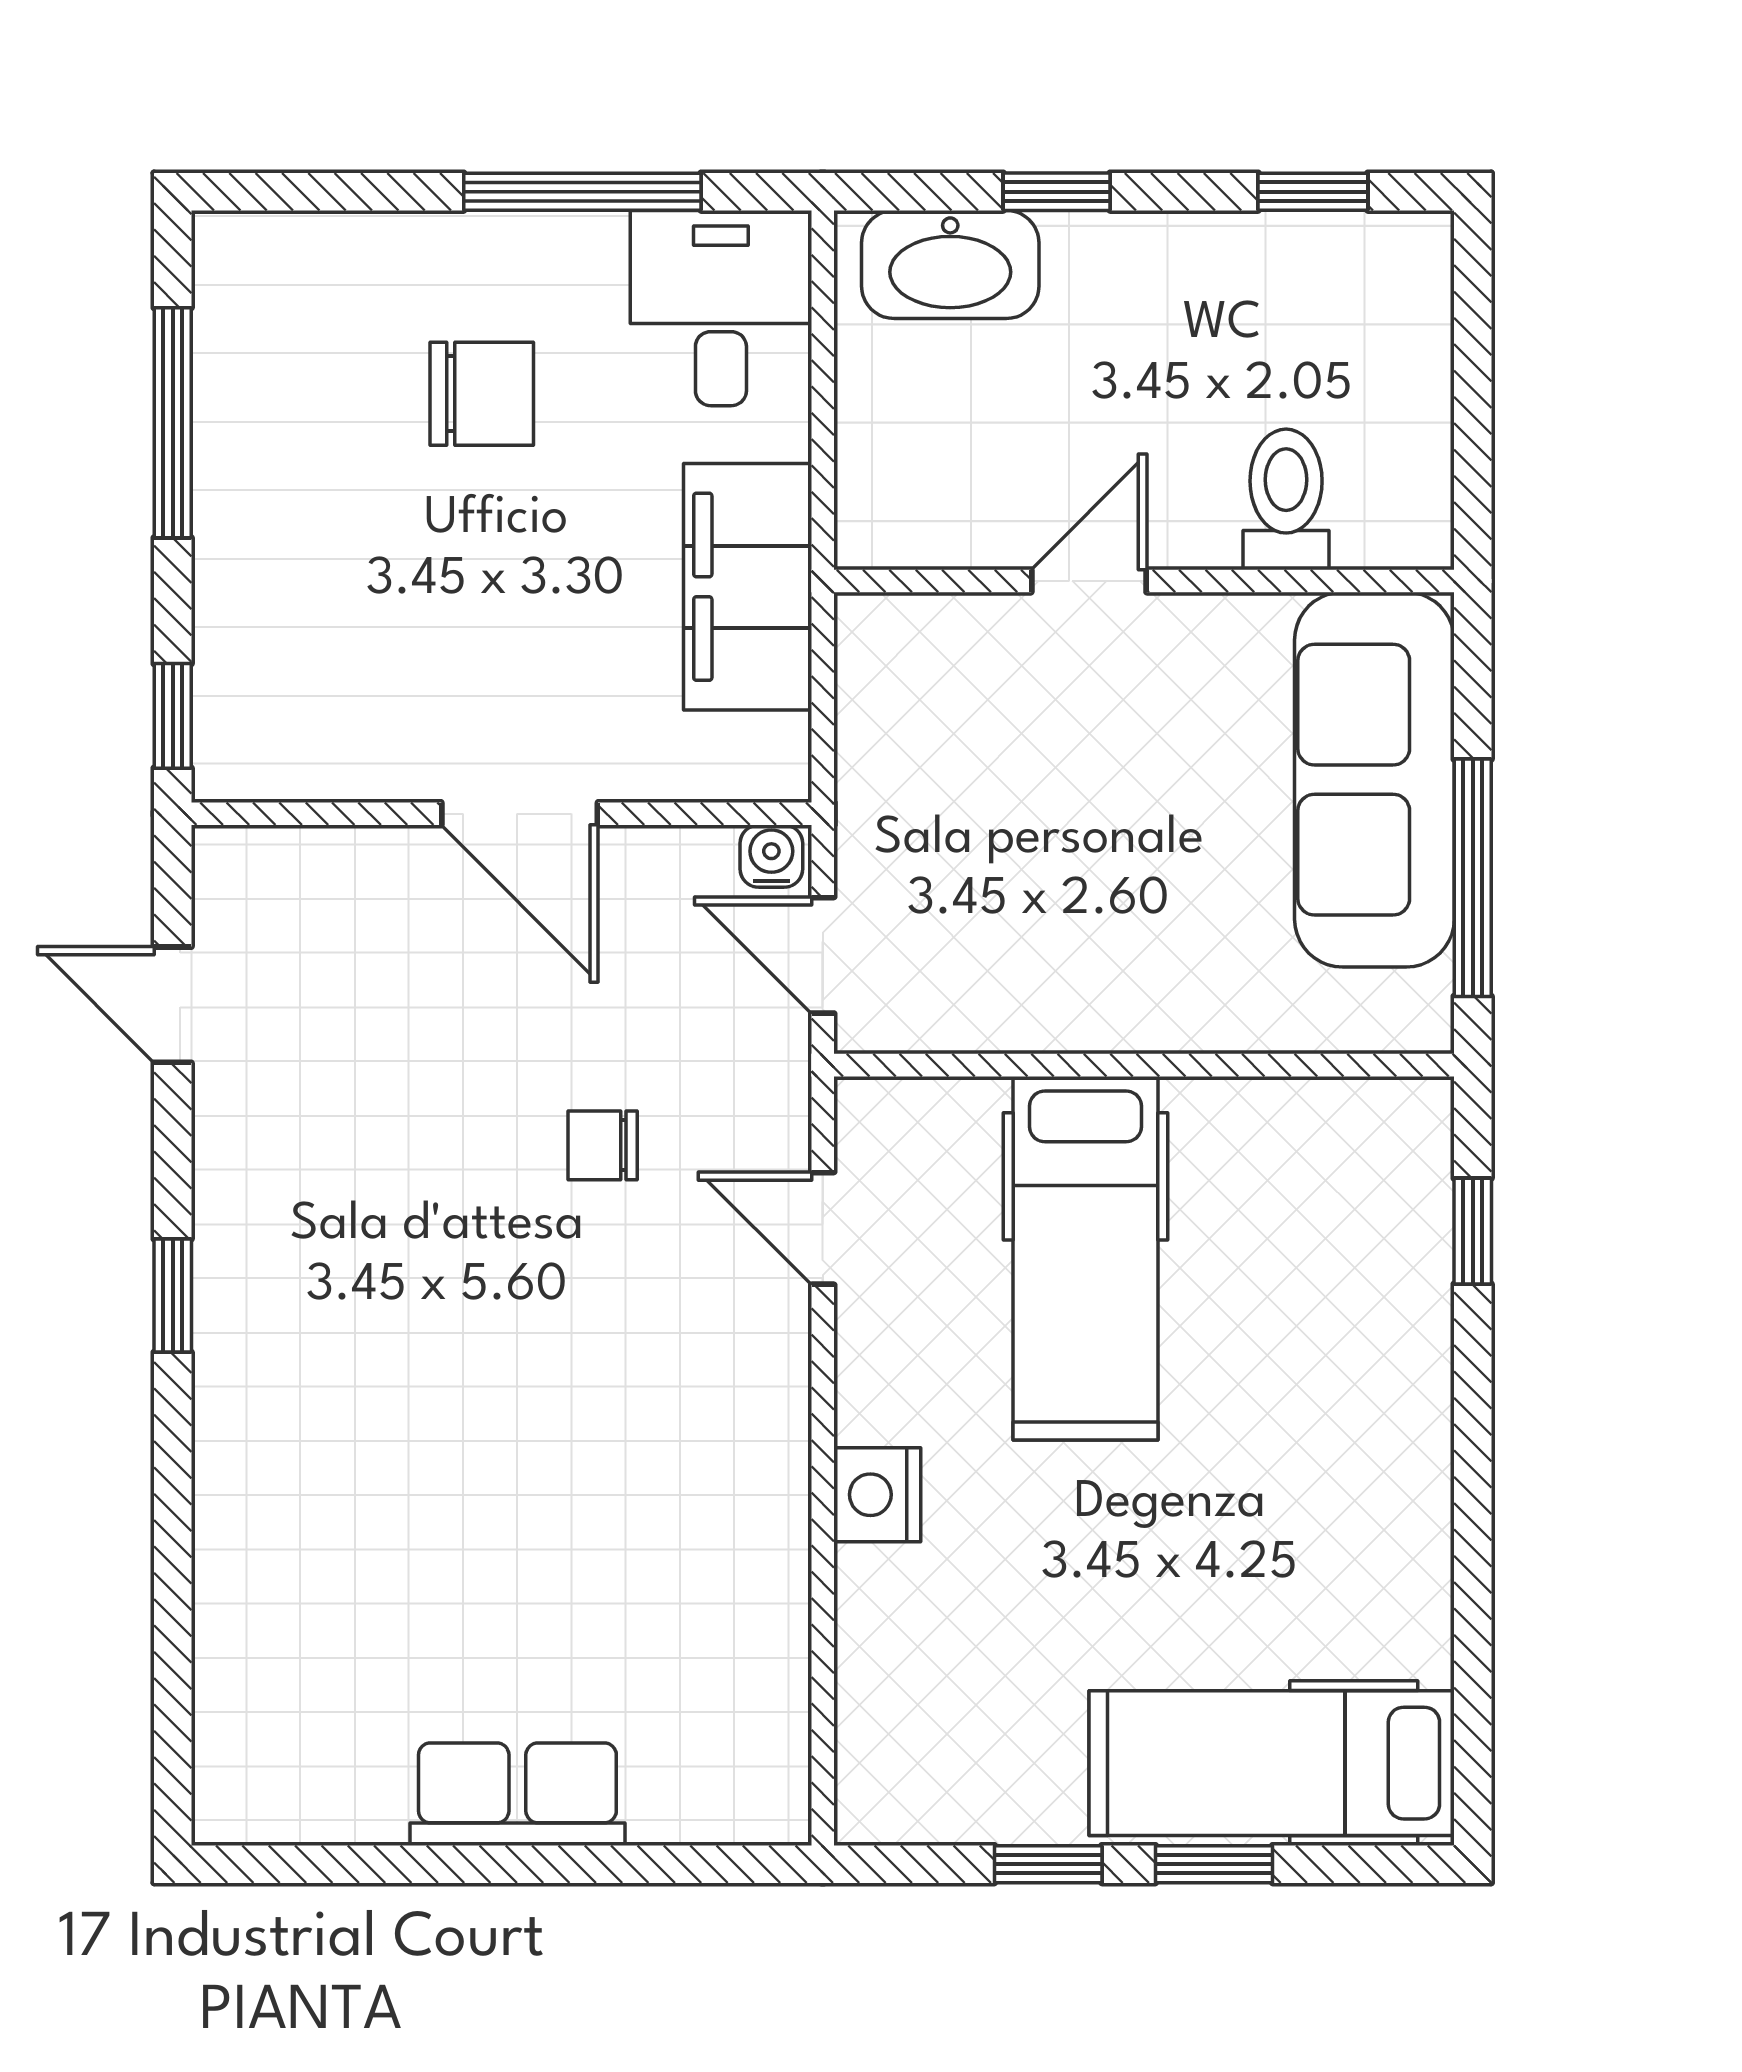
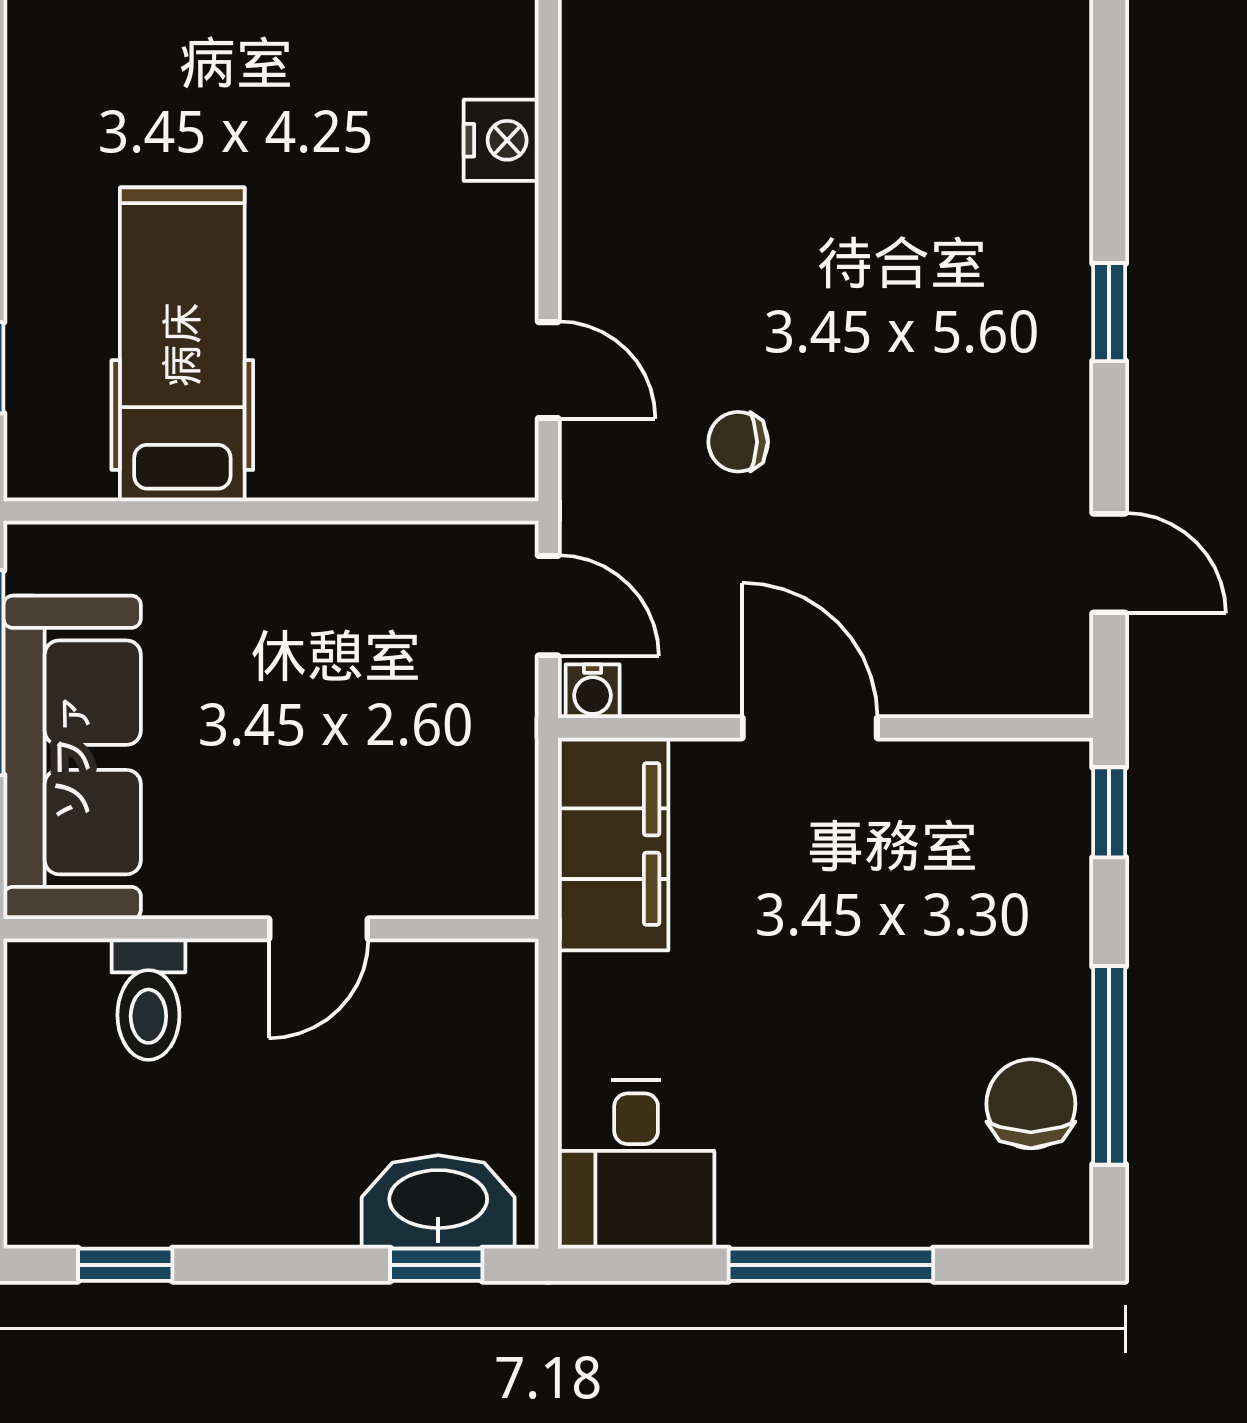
window: (582, 192) -> (831, 1265), moved
window: (1057, 192) -> (436, 1265), moved
chair: (482, 394) -> (1031, 1104), moved, turned 90
filing cabinet: (748, 587) -> (613, 844), moved
chair: (603, 1145) -> (738, 442), turned 180
hospital bed: (1085, 1258) -> (182, 344), moved

